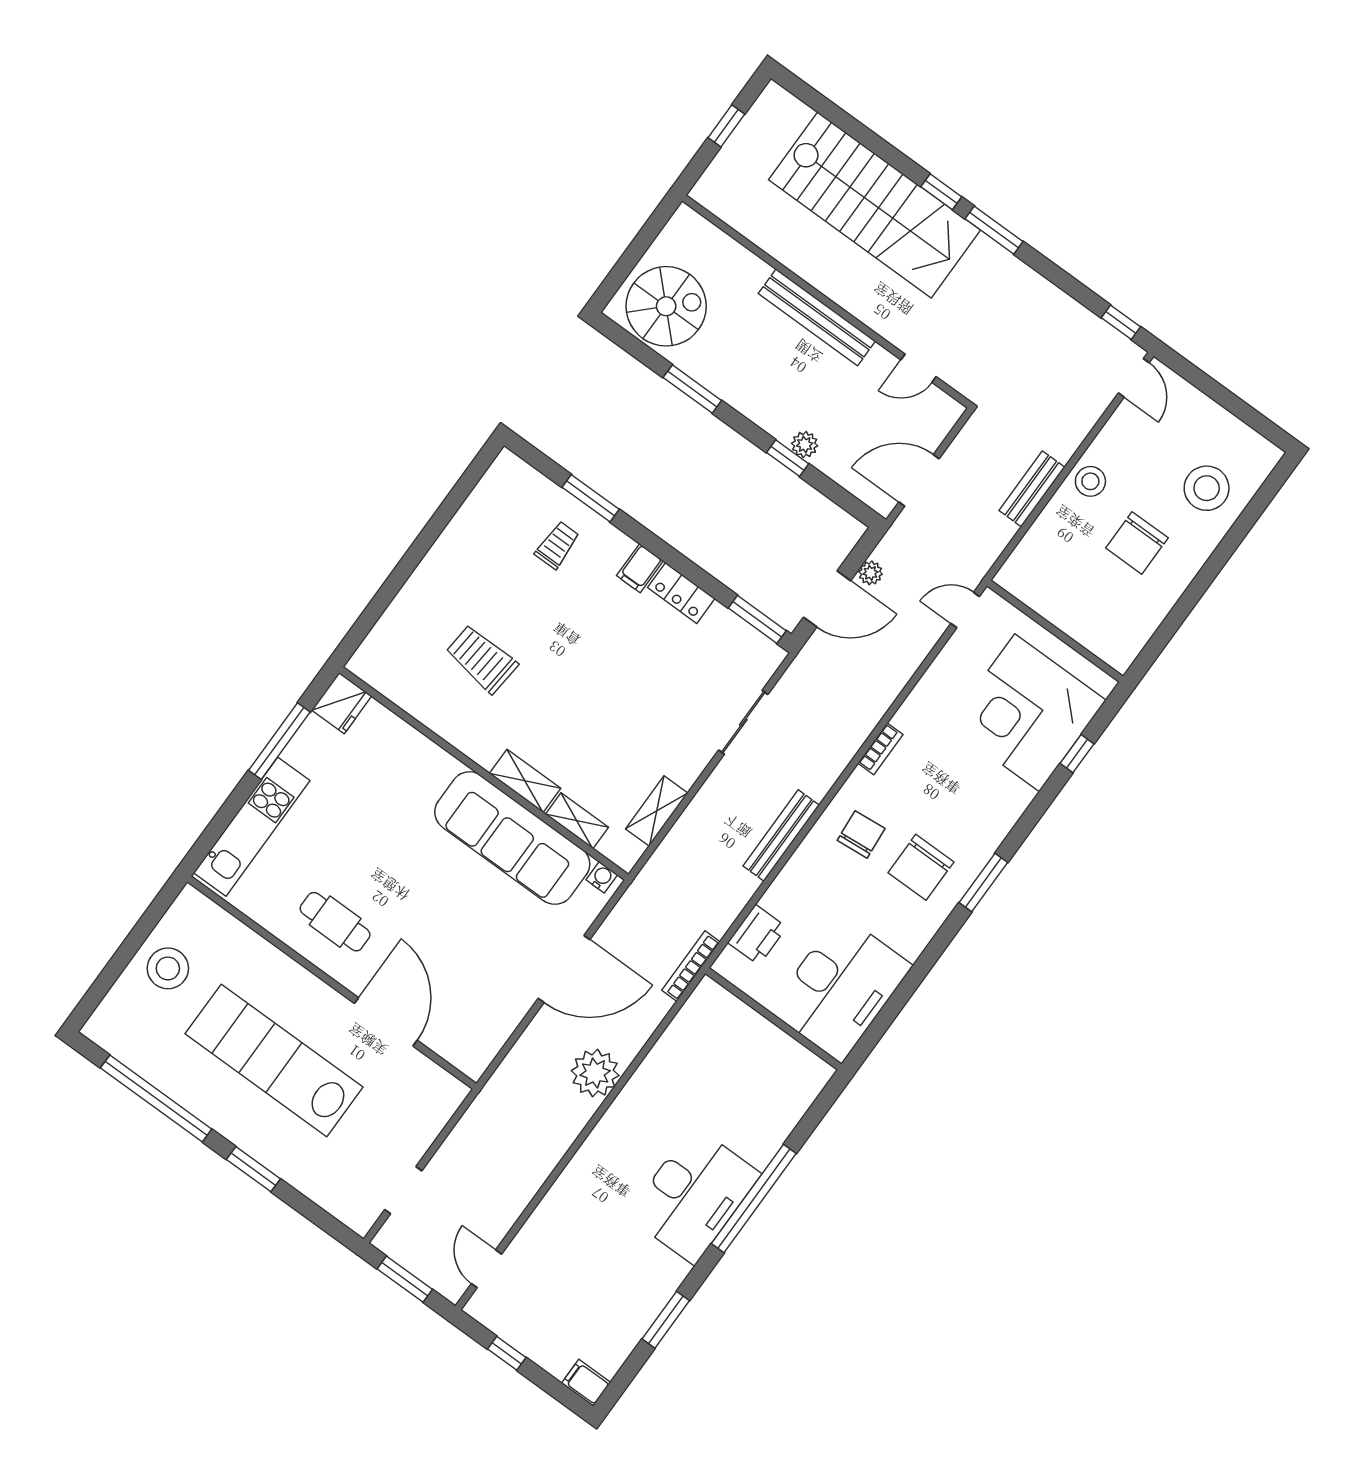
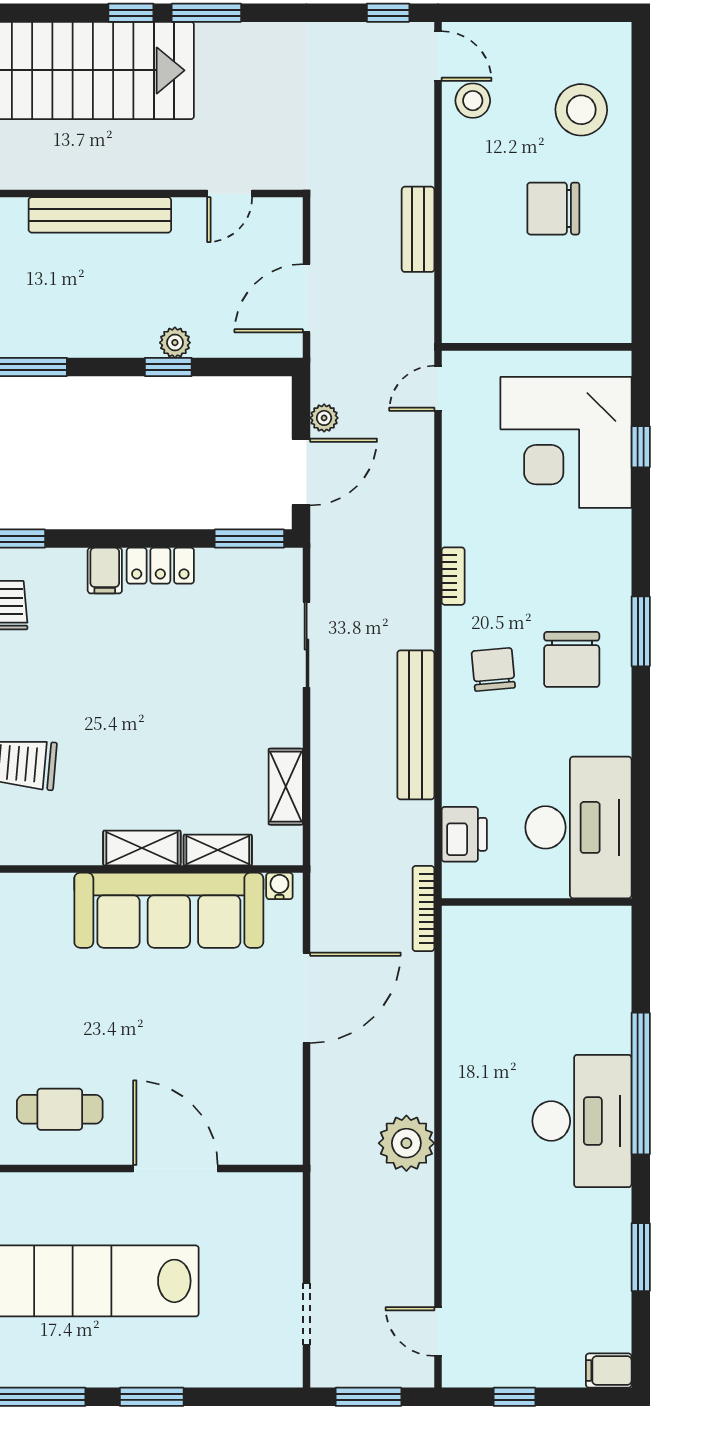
stool: (1090, 481) -> (473, 101), moved
chair: (1137, 543) -> (553, 209), turned 90
bench: (781, 835) -> (416, 725), width x1.37, depth x1.21
plant: (595, 1073) -> (406, 1143), moved

